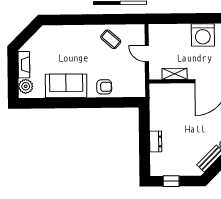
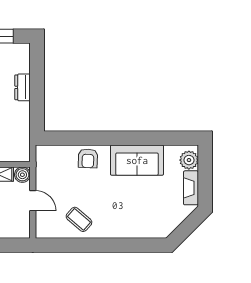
boiler: (155, 74) -> (22, 175), added
armchair: (104, 87) -> (88, 158), turned -88

